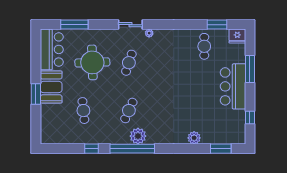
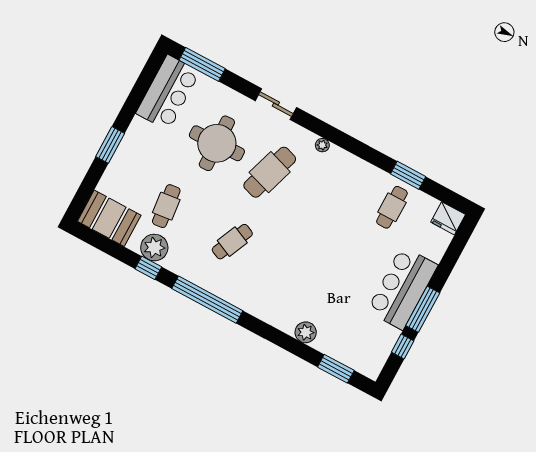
window: (74, 25) -> (202, 64), moved
sliding door: (130, 25) -> (276, 104), moved
window: (217, 25) -> (408, 175), moved
cafe table: (129, 63) -> (270, 172), width x1.37, depth x1.35
window: (250, 69) -> (423, 309), moved
booth: (51, 87) -> (109, 218), moved, turned 90
plant: (138, 136) -> (154, 248), moved

